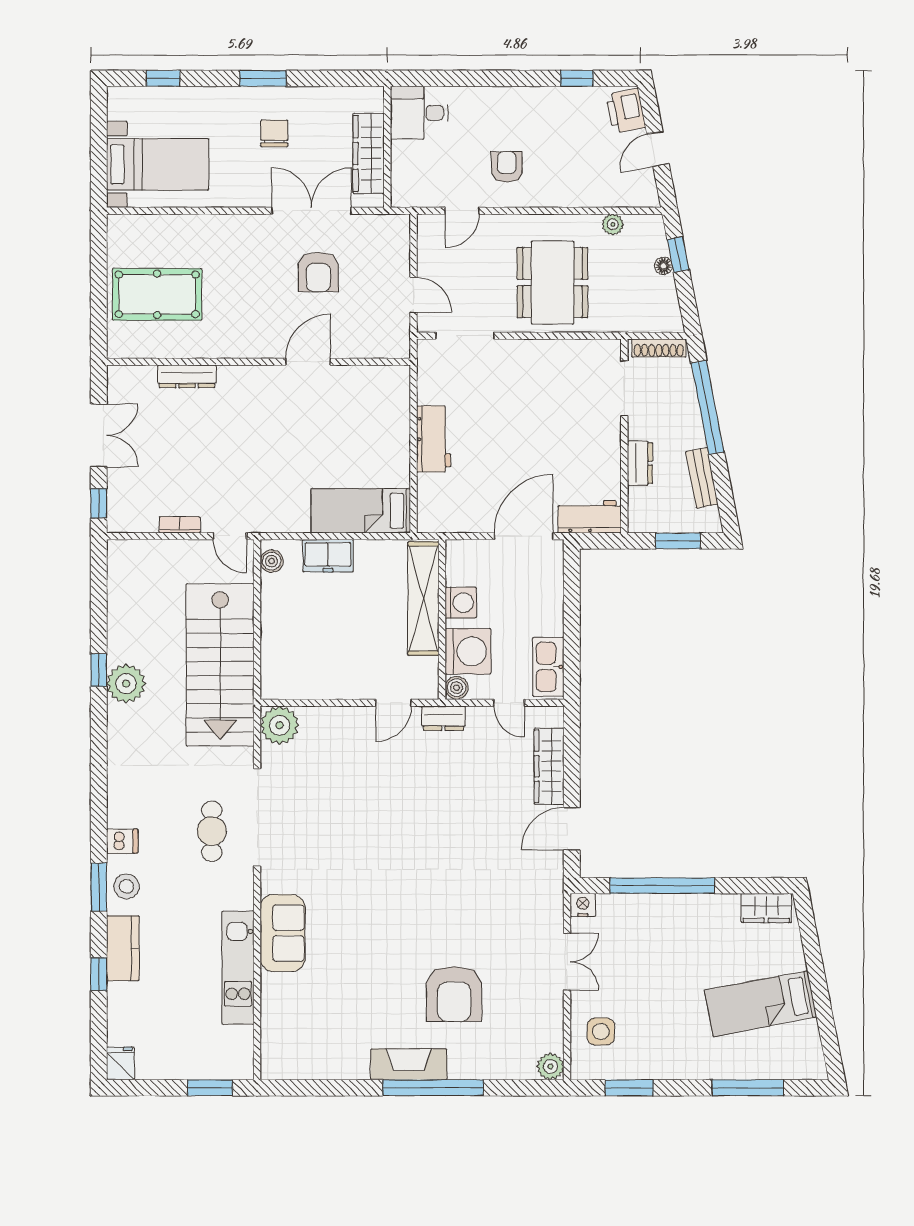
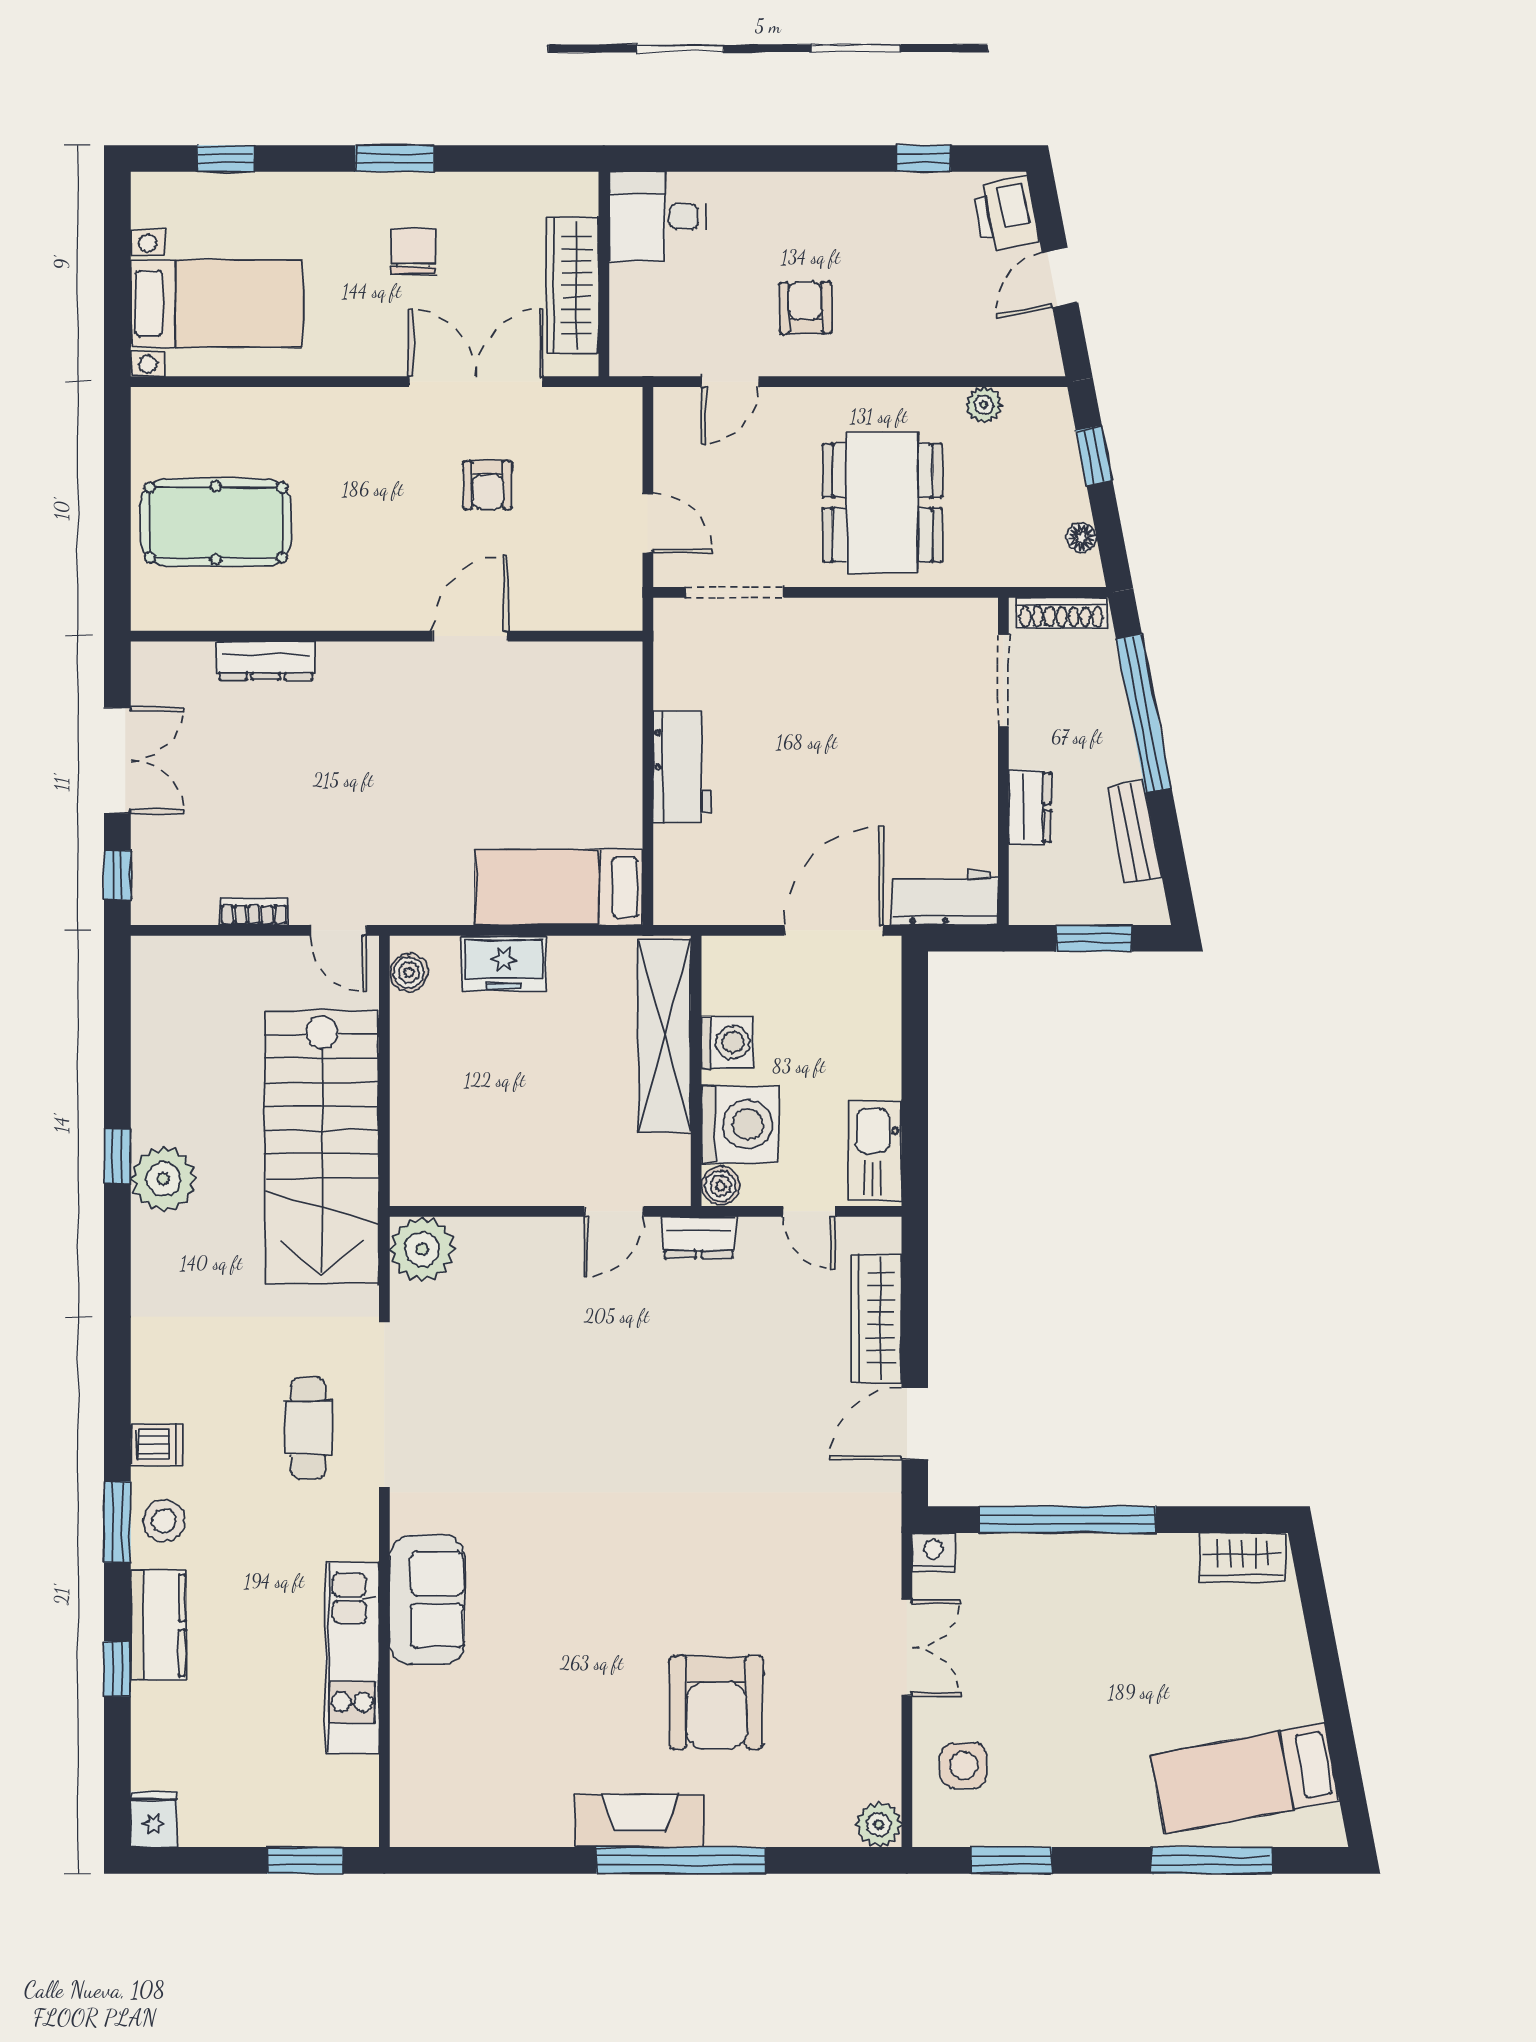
floor lamp: (663, 266) -> (1081, 538), moved
armchair: (318, 272) -> (488, 485), width x0.72, depth x0.72
bed: (761, 1004) -> (1245, 1778), moved

